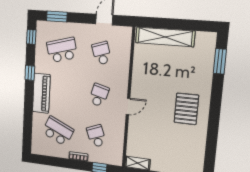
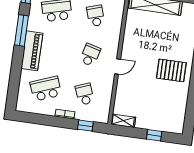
window: (30, 73) -> (22, 30), width x2.17
pallet: (186, 109) -> (171, 70), turned 90
school desk: (58, 131) -> (46, 89), turned -45

